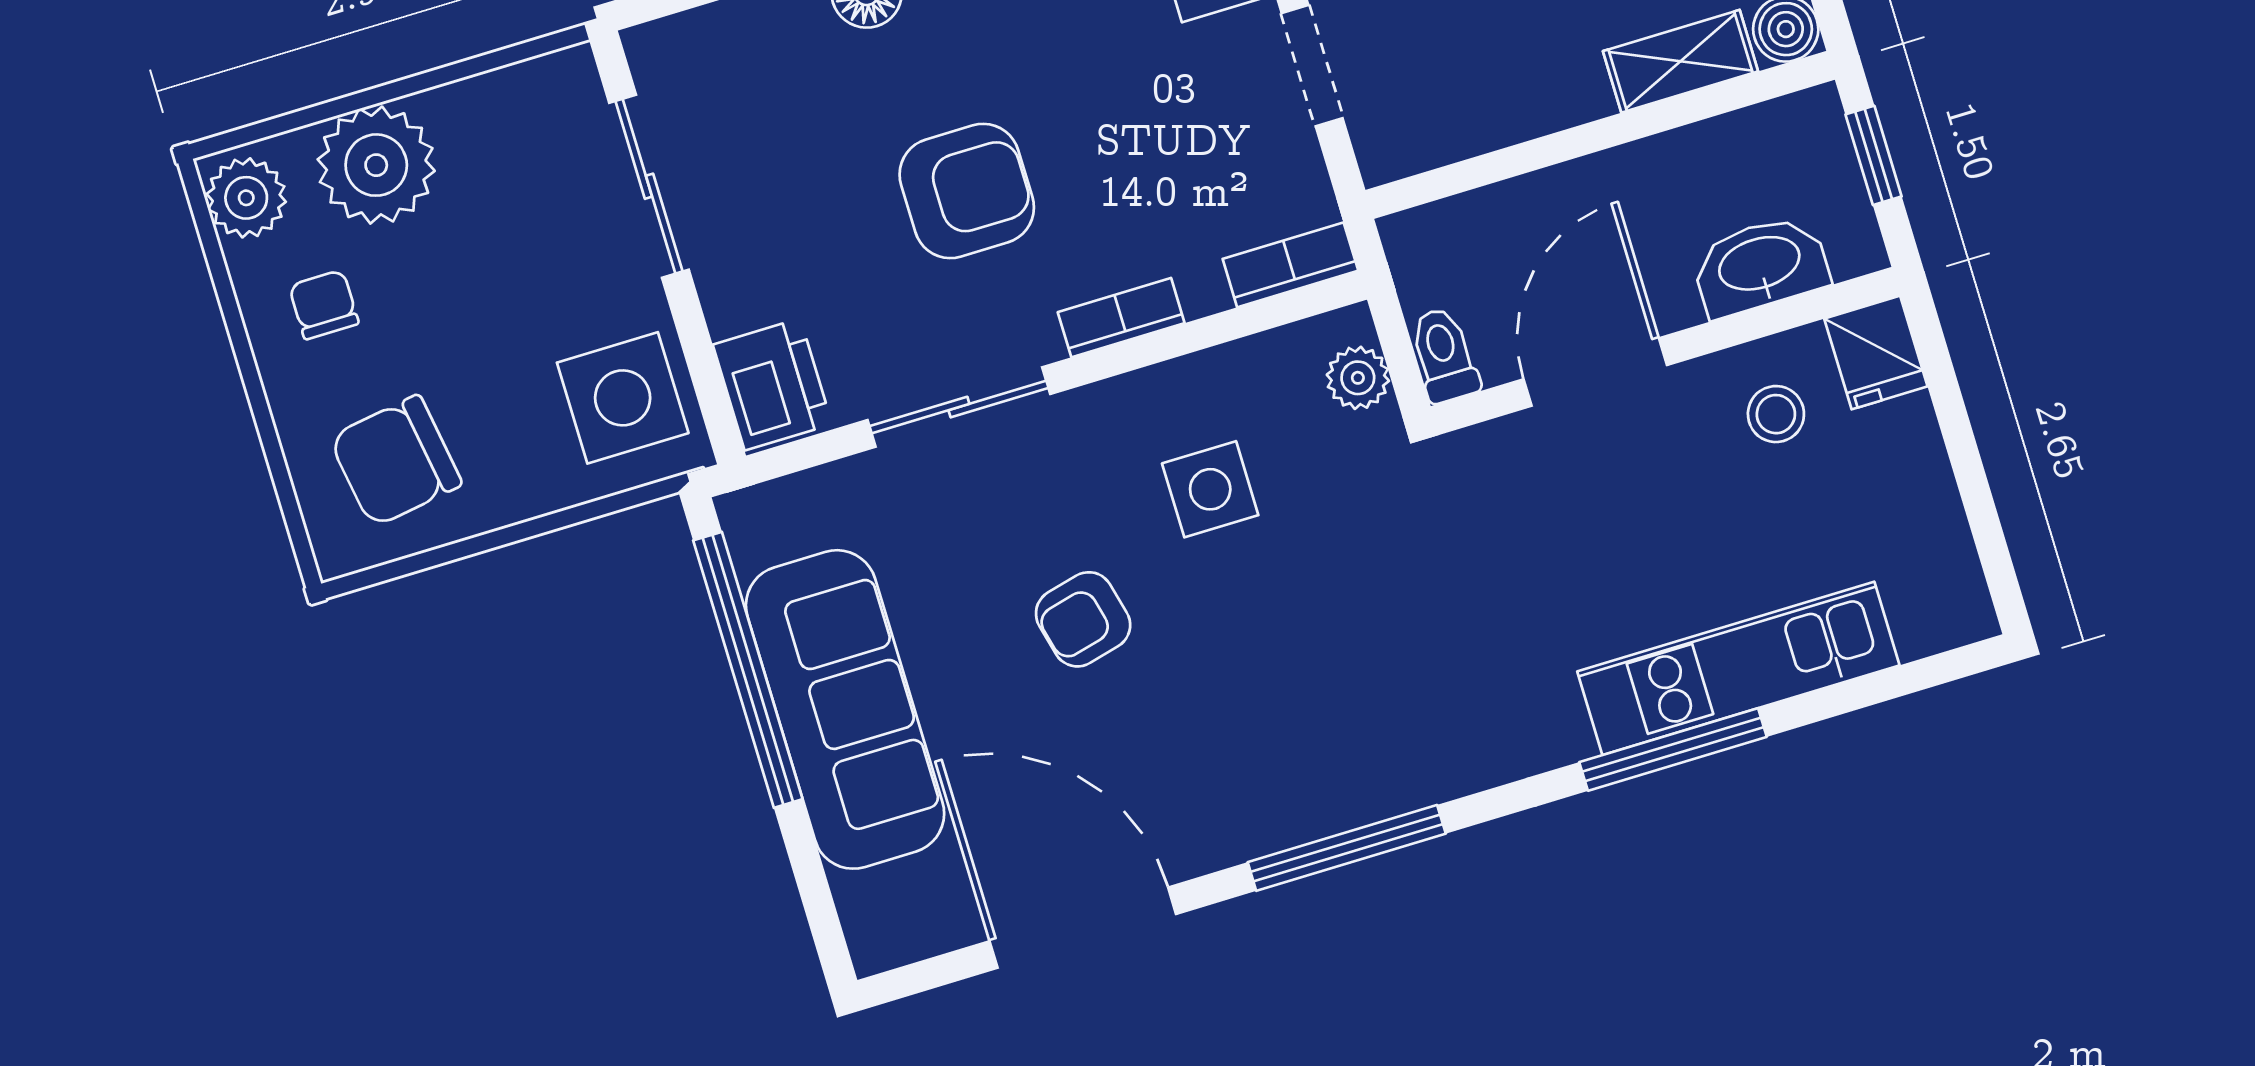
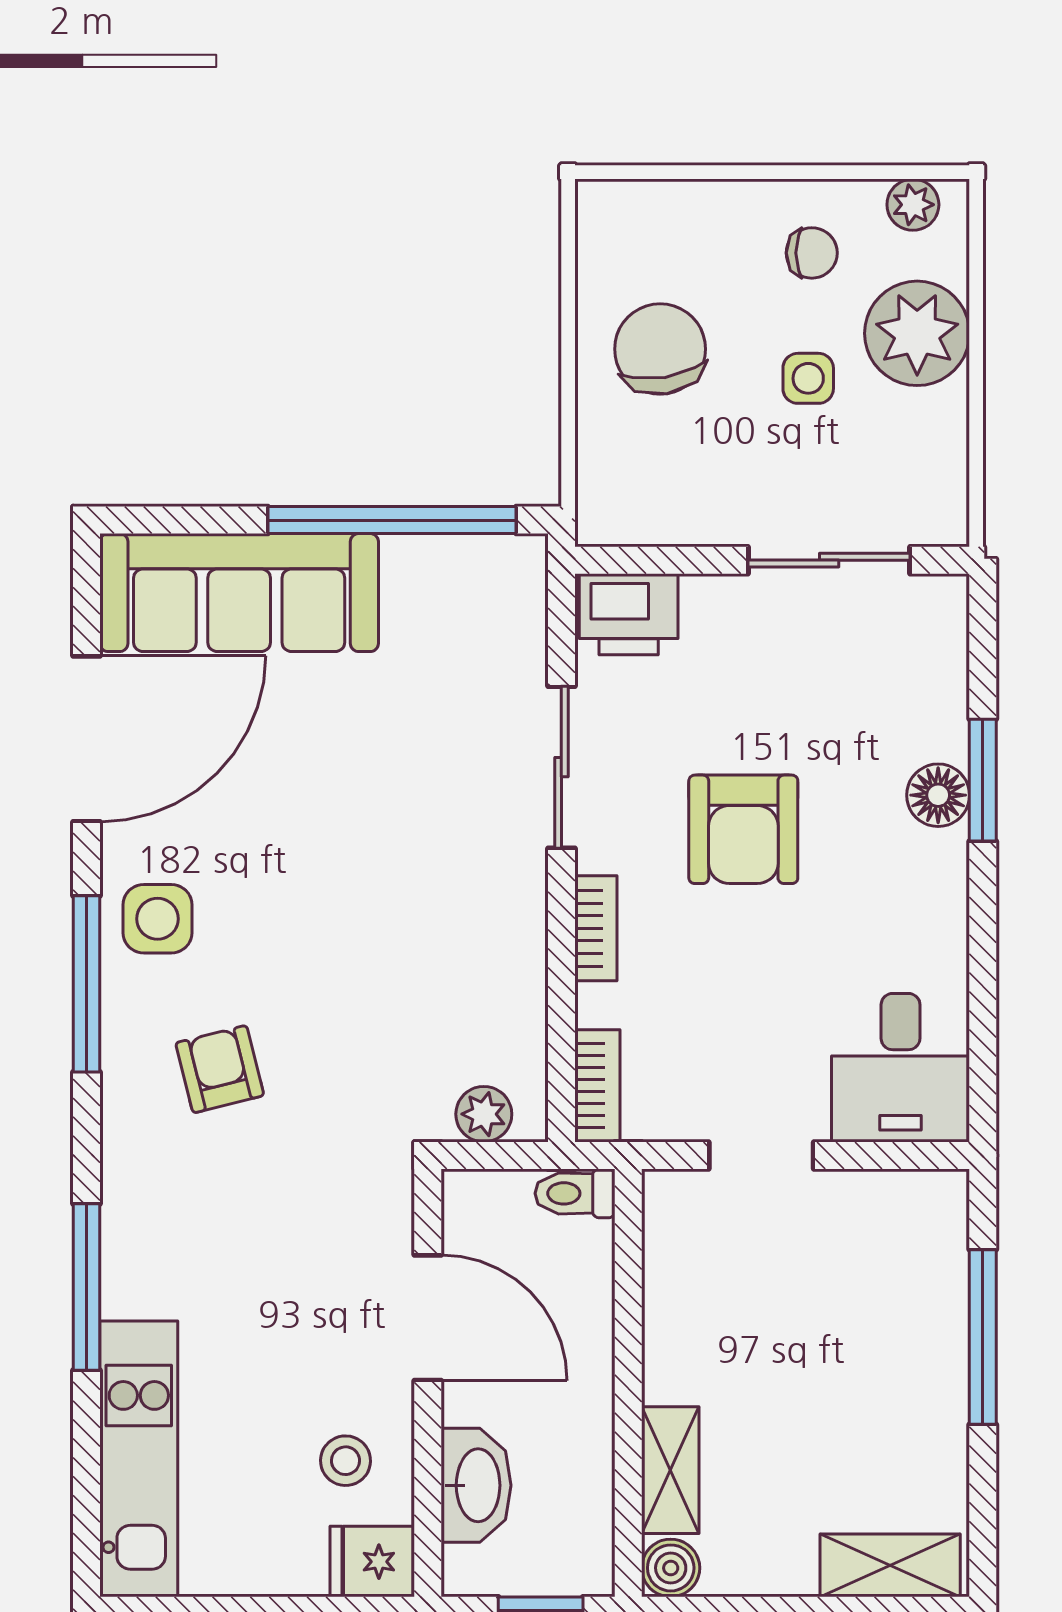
plant: (246, 198) -> (913, 205), width x0.73, depth x0.73
toilet: (1444, 355) -> (575, 1193), moved, turned 180
side table: (623, 398) -> (808, 378), moved, width x0.54, depth x0.54
chair: (395, 461) -> (660, 349), moved
side table: (1210, 489) -> (158, 919), moved
armchair: (1083, 619) -> (220, 1069), moved
kitchen unit: (1738, 668) -> (139, 1459), moved
sofa: (845, 709) -> (239, 593), moved

